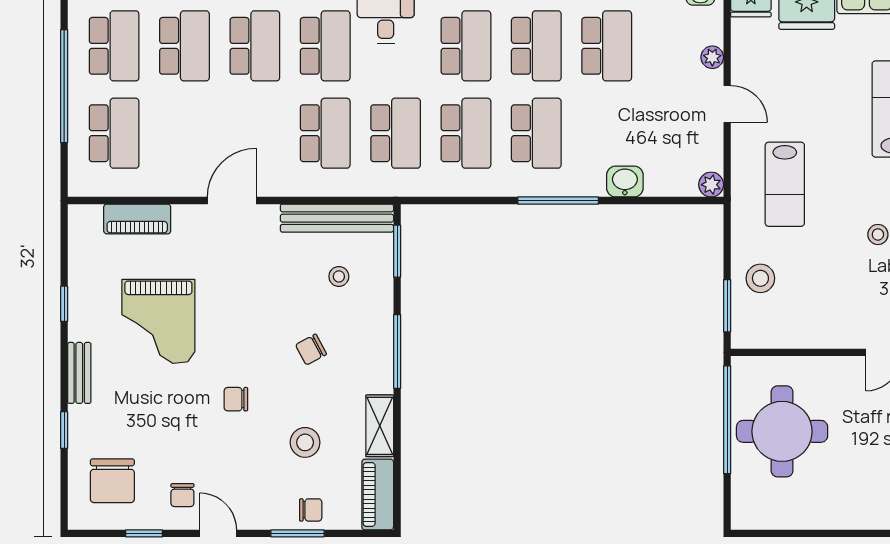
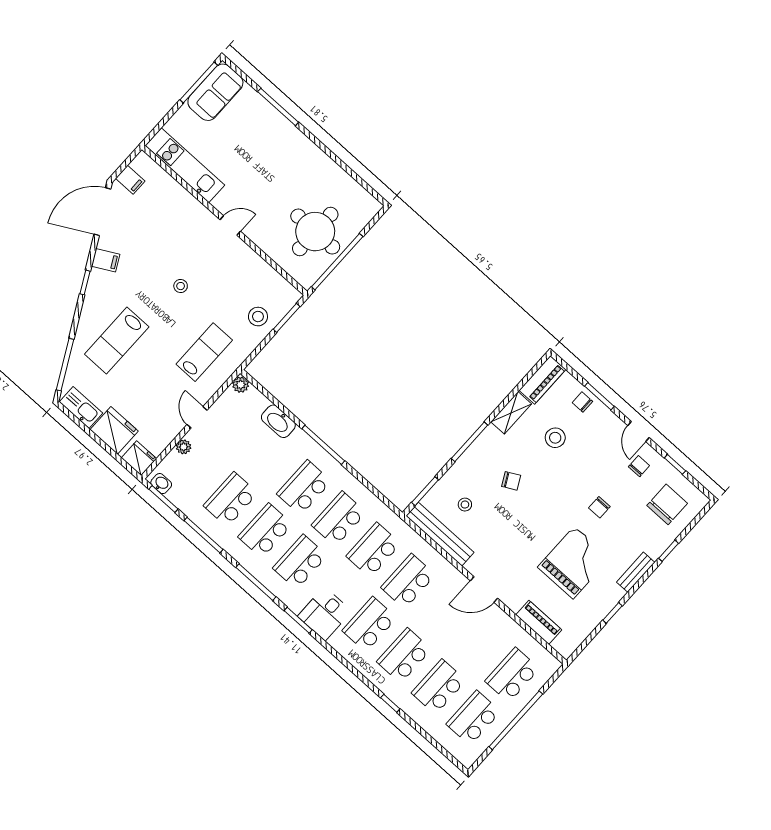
washbasin: (625, 182) -> (278, 421), width x1.38
chair: (236, 399) -> (599, 507), moved, turned 90

